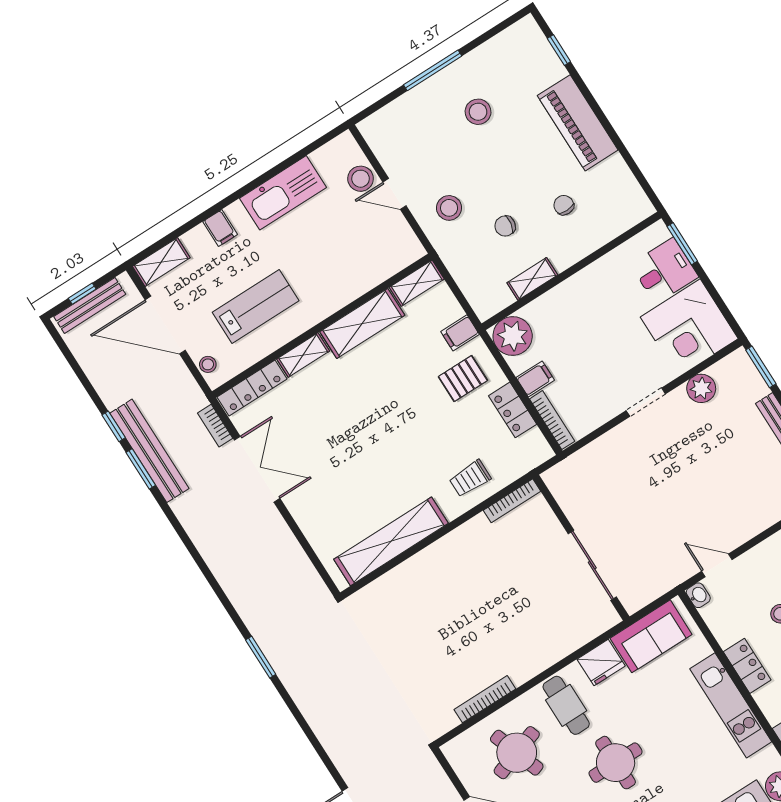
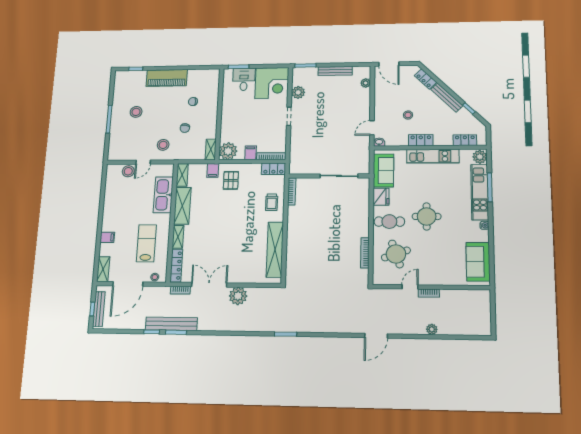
kitchen sink: (283, 193) -> (163, 195), moved, turned 180
shelving: (532, 279) -> (211, 149), moved
locker: (513, 410) -> (273, 169), moved
plant: (271, 532) -> (238, 296), added

